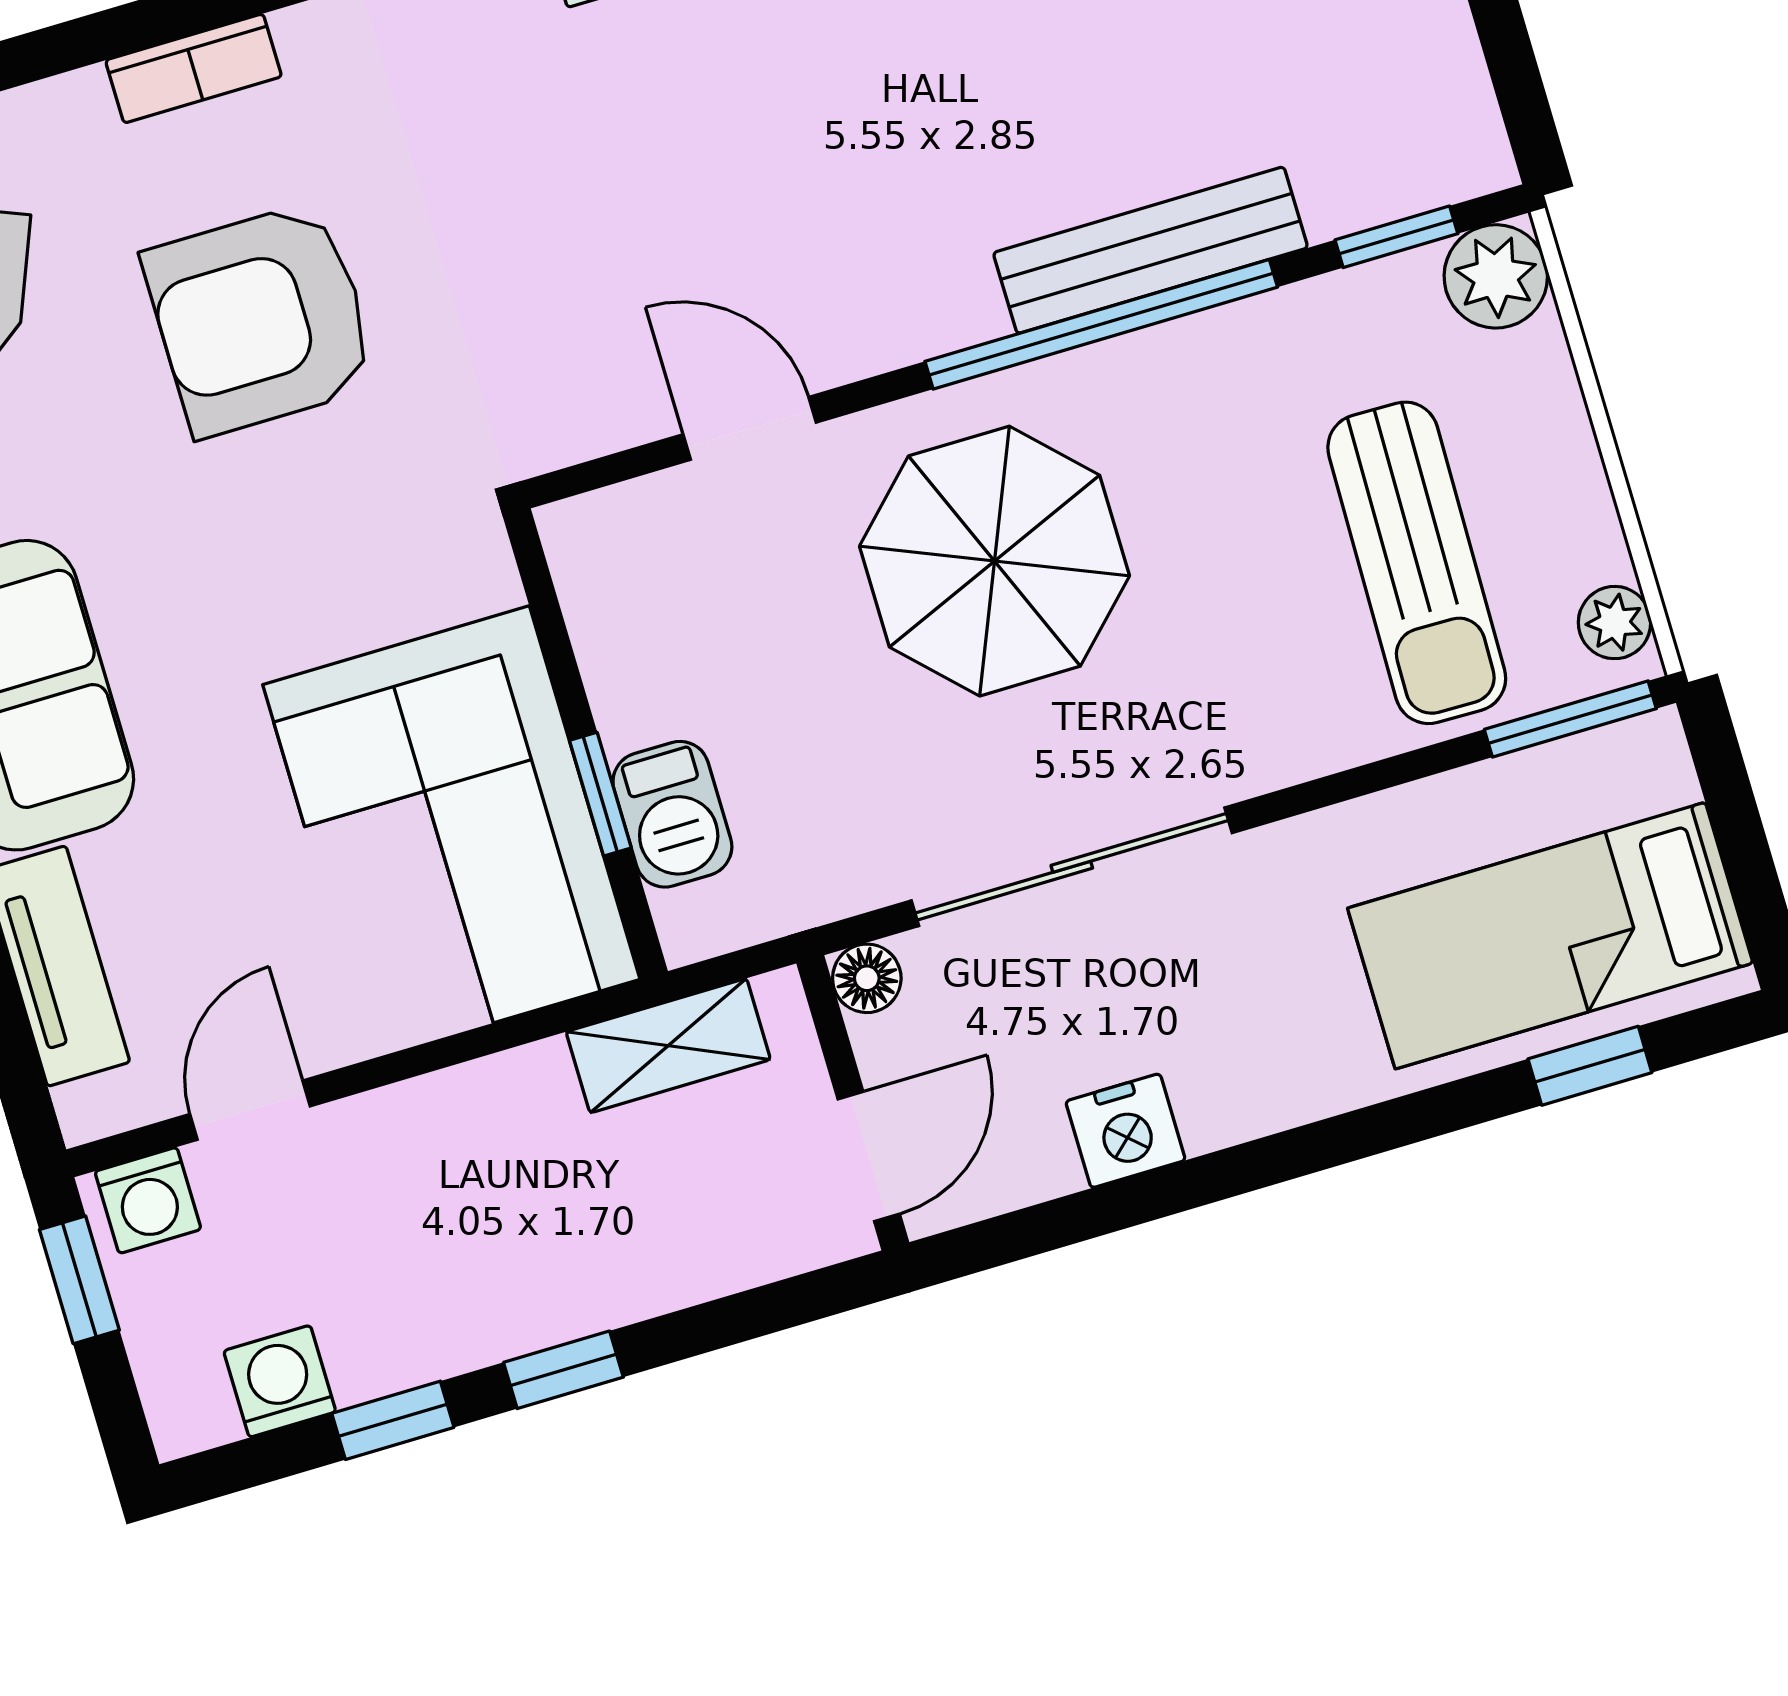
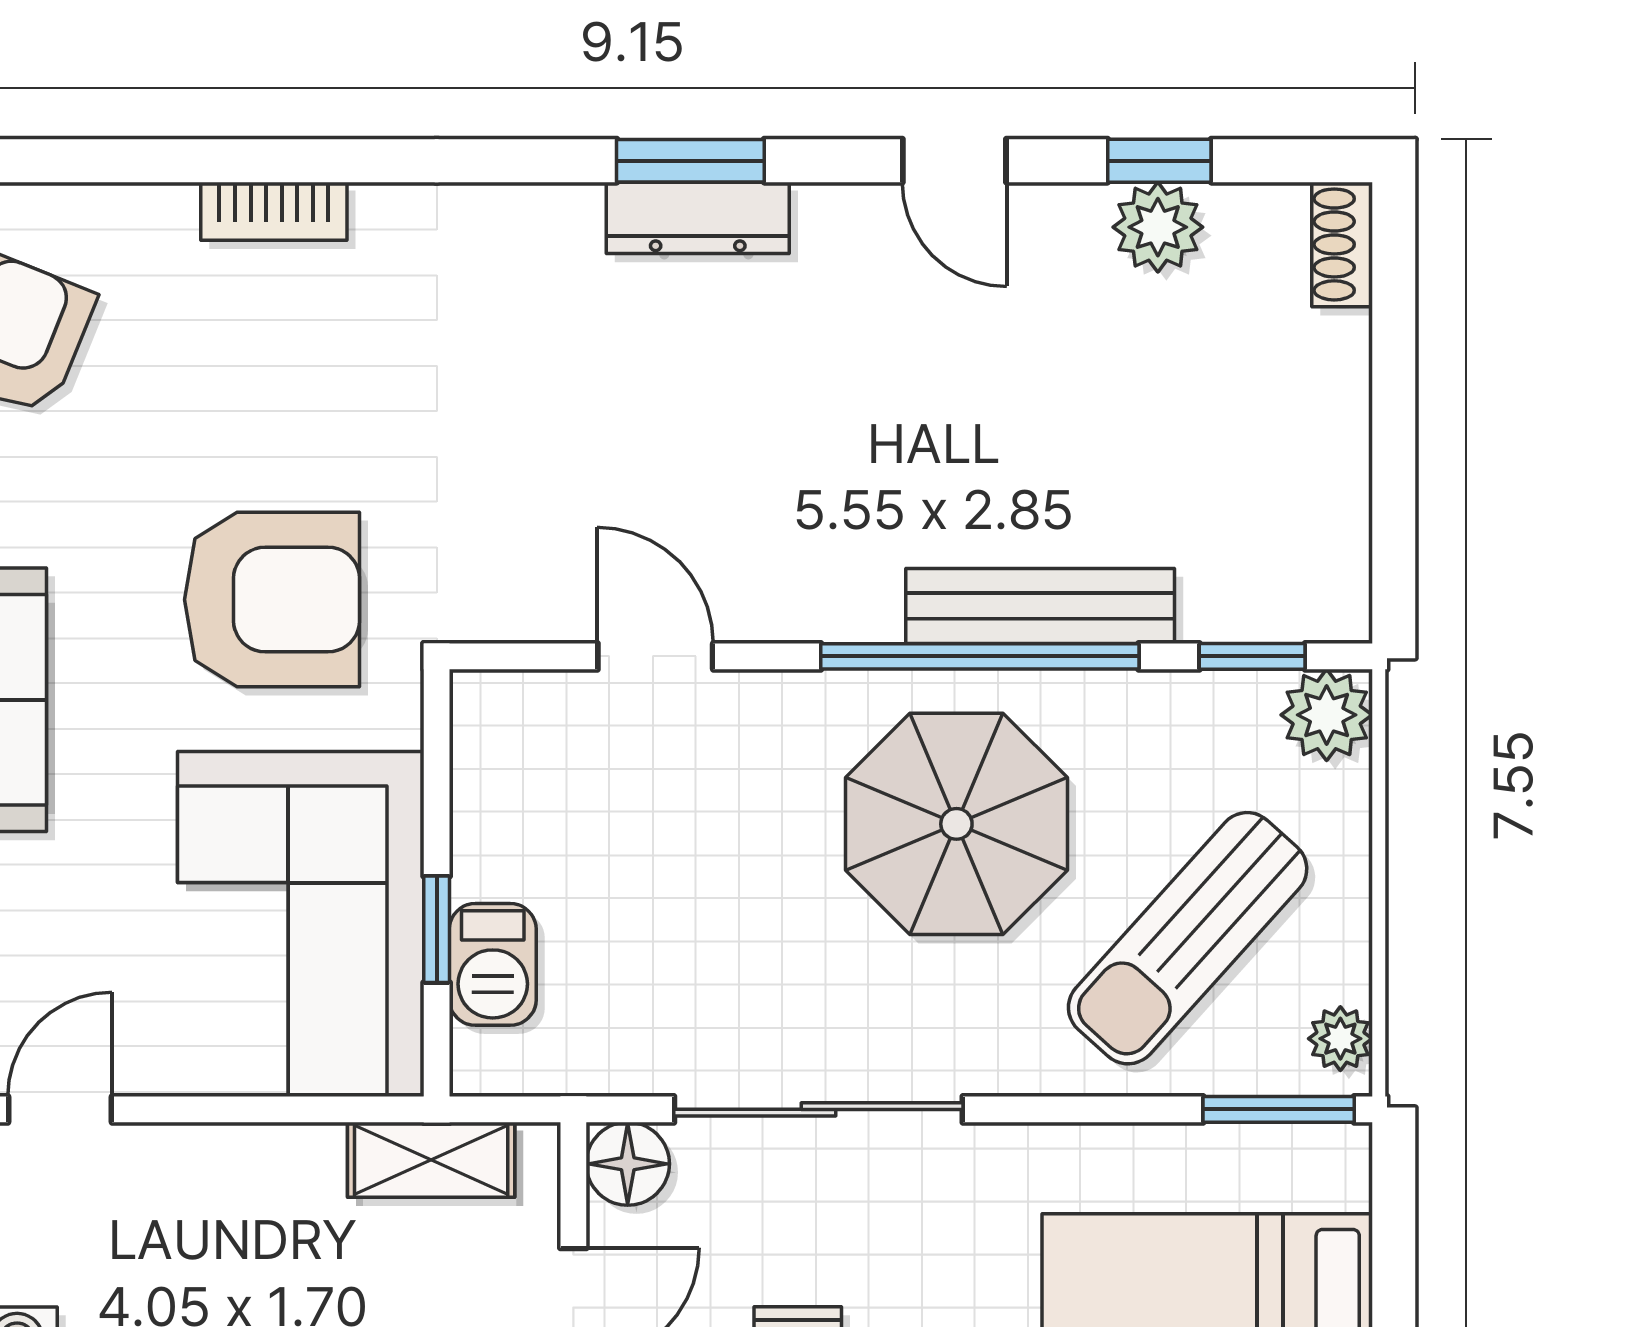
armchair: (261, 319) -> (272, 600), moved, turned 180
parasol: (994, 561) -> (956, 824), moved
sun lounger: (1417, 563) -> (1188, 938), turned 41
floor lamp: (867, 978) -> (628, 1164), width x1.37, depth x1.37

